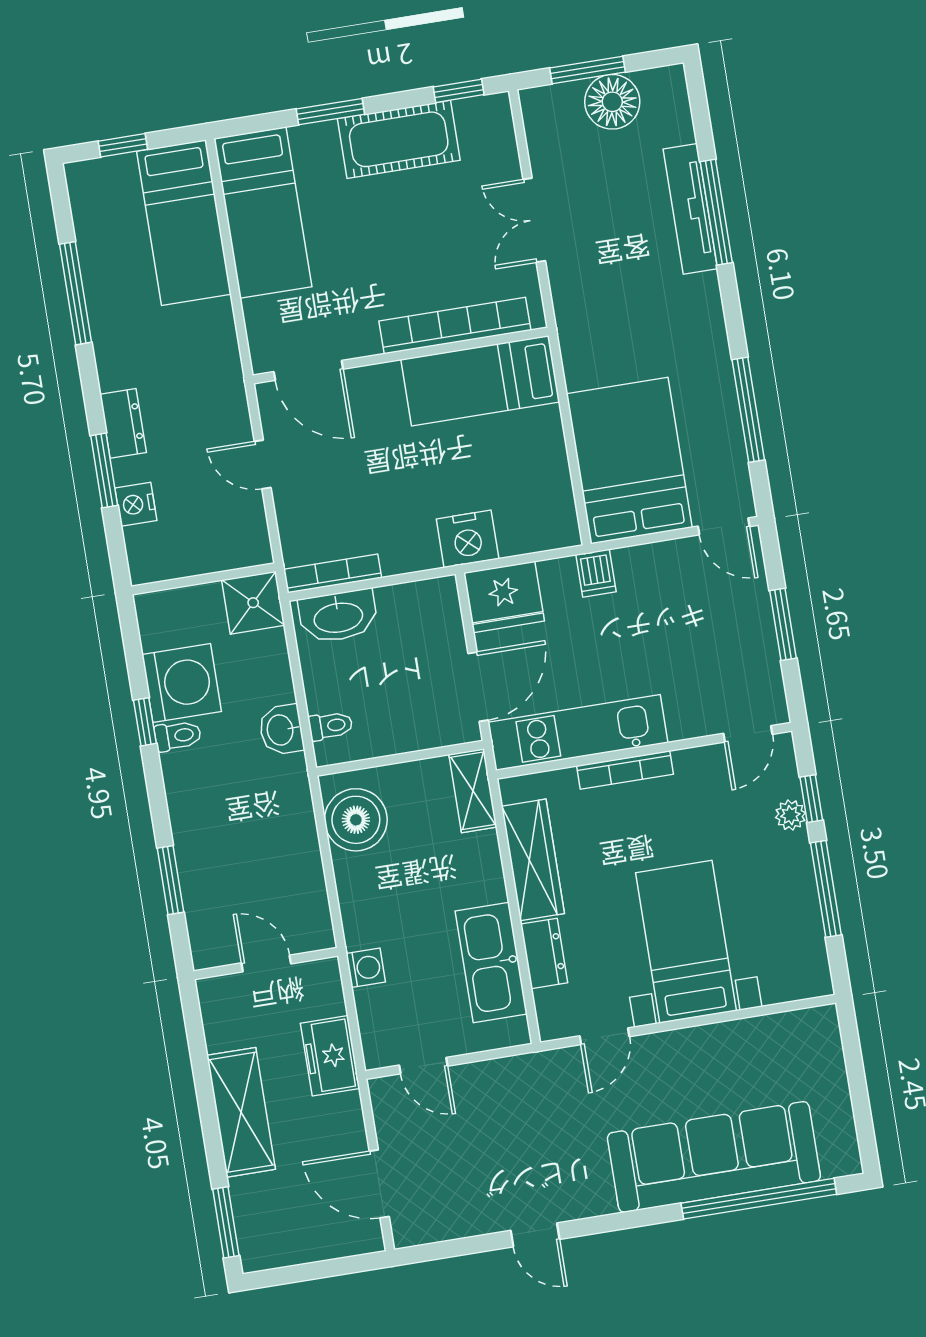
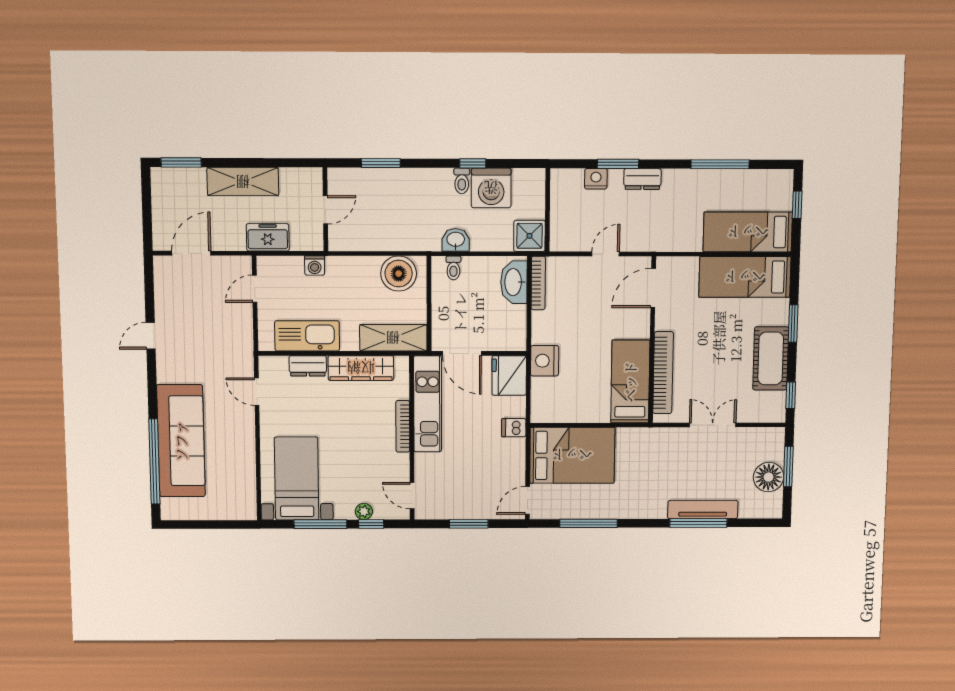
shelving: (473, 791) -> (393, 338), width x1.50, depth x1.33
bed with nightstands: (686, 942) -> (297, 479), moved, turned -90

